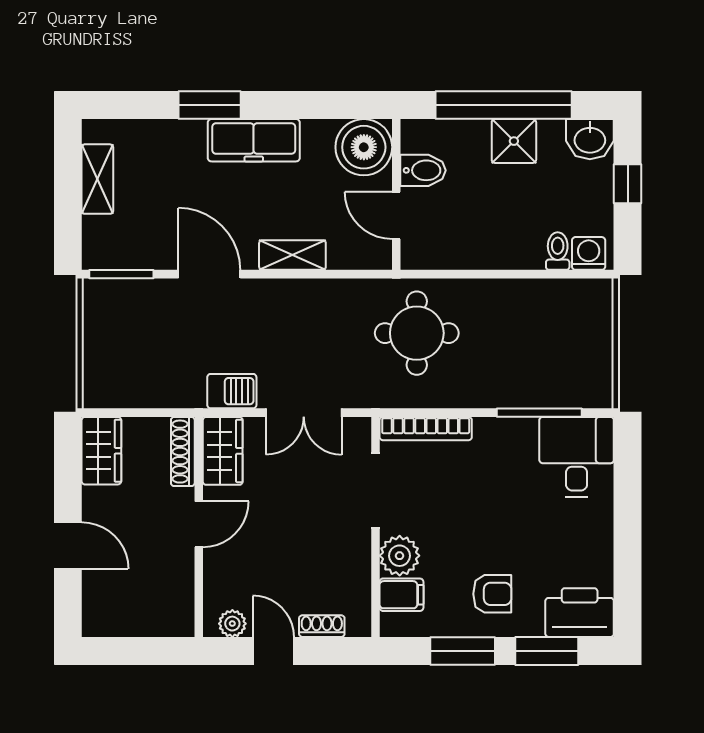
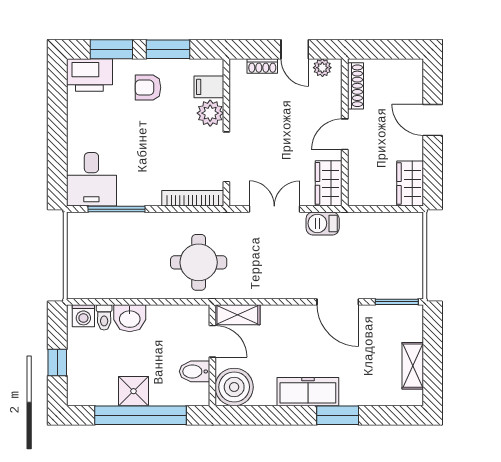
washbasin: (590, 139) -> (130, 318), moved, turned 180
shelving: (292, 255) -> (237, 315), moved
shoe rack: (183, 452) -> (355, 86), moved

